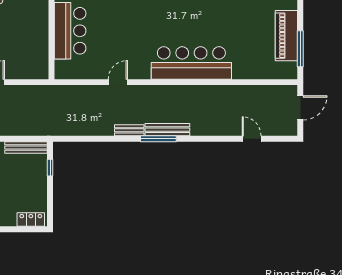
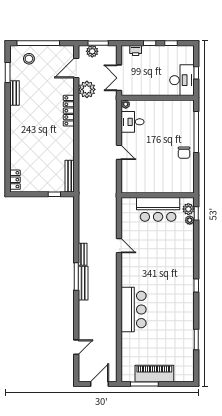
bar counter: (191, 63) -> (134, 309), width x0.73
door: (300, 108) -> (100, 384), swing flipped

